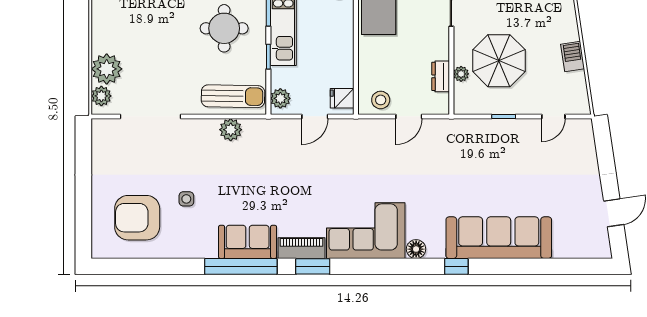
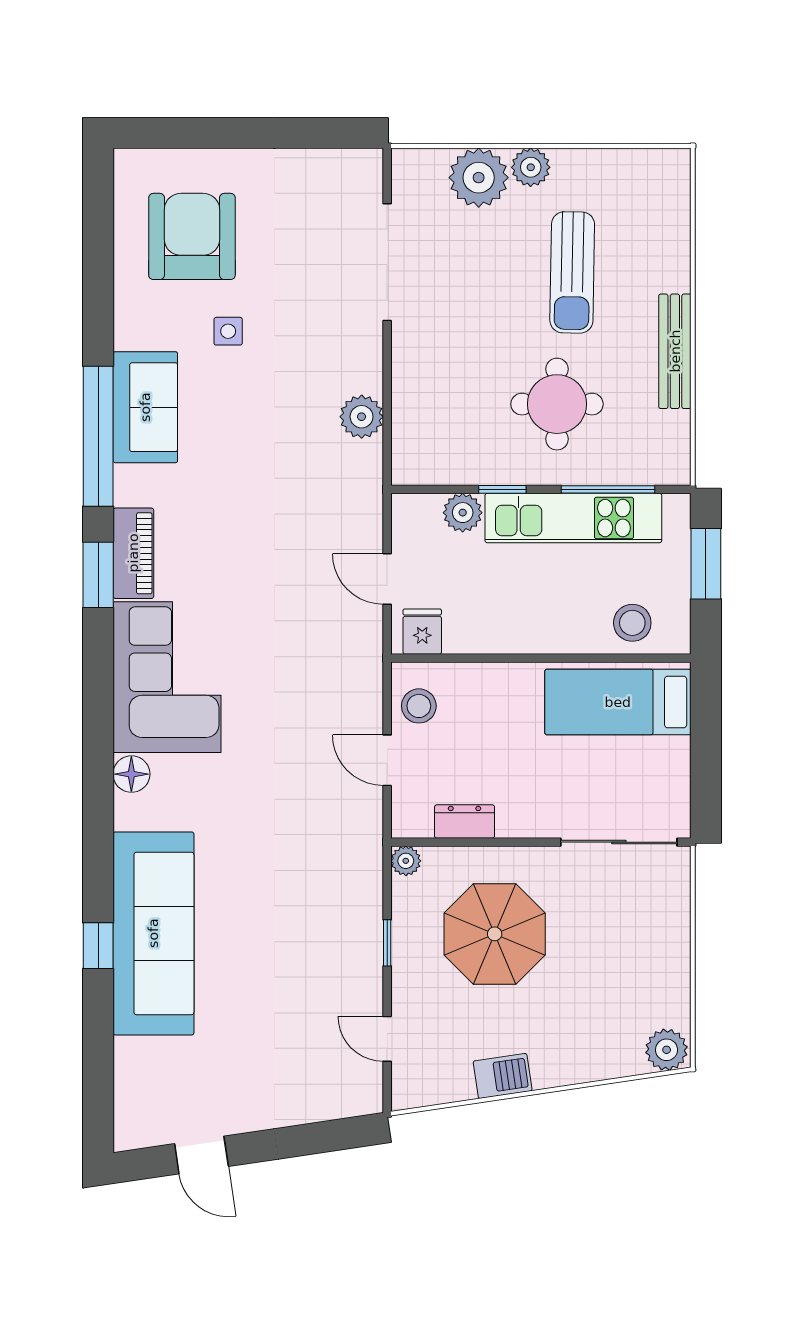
plant: (461, 74) -> (406, 861), moved
plant: (101, 96) -> (531, 167), moved
sun lounger: (233, 96) -> (572, 272), moved
plant: (280, 98) -> (463, 513), moved
sofa: (248, 242) -> (145, 407), moved
window: (456, 266) -> (98, 946), moved

